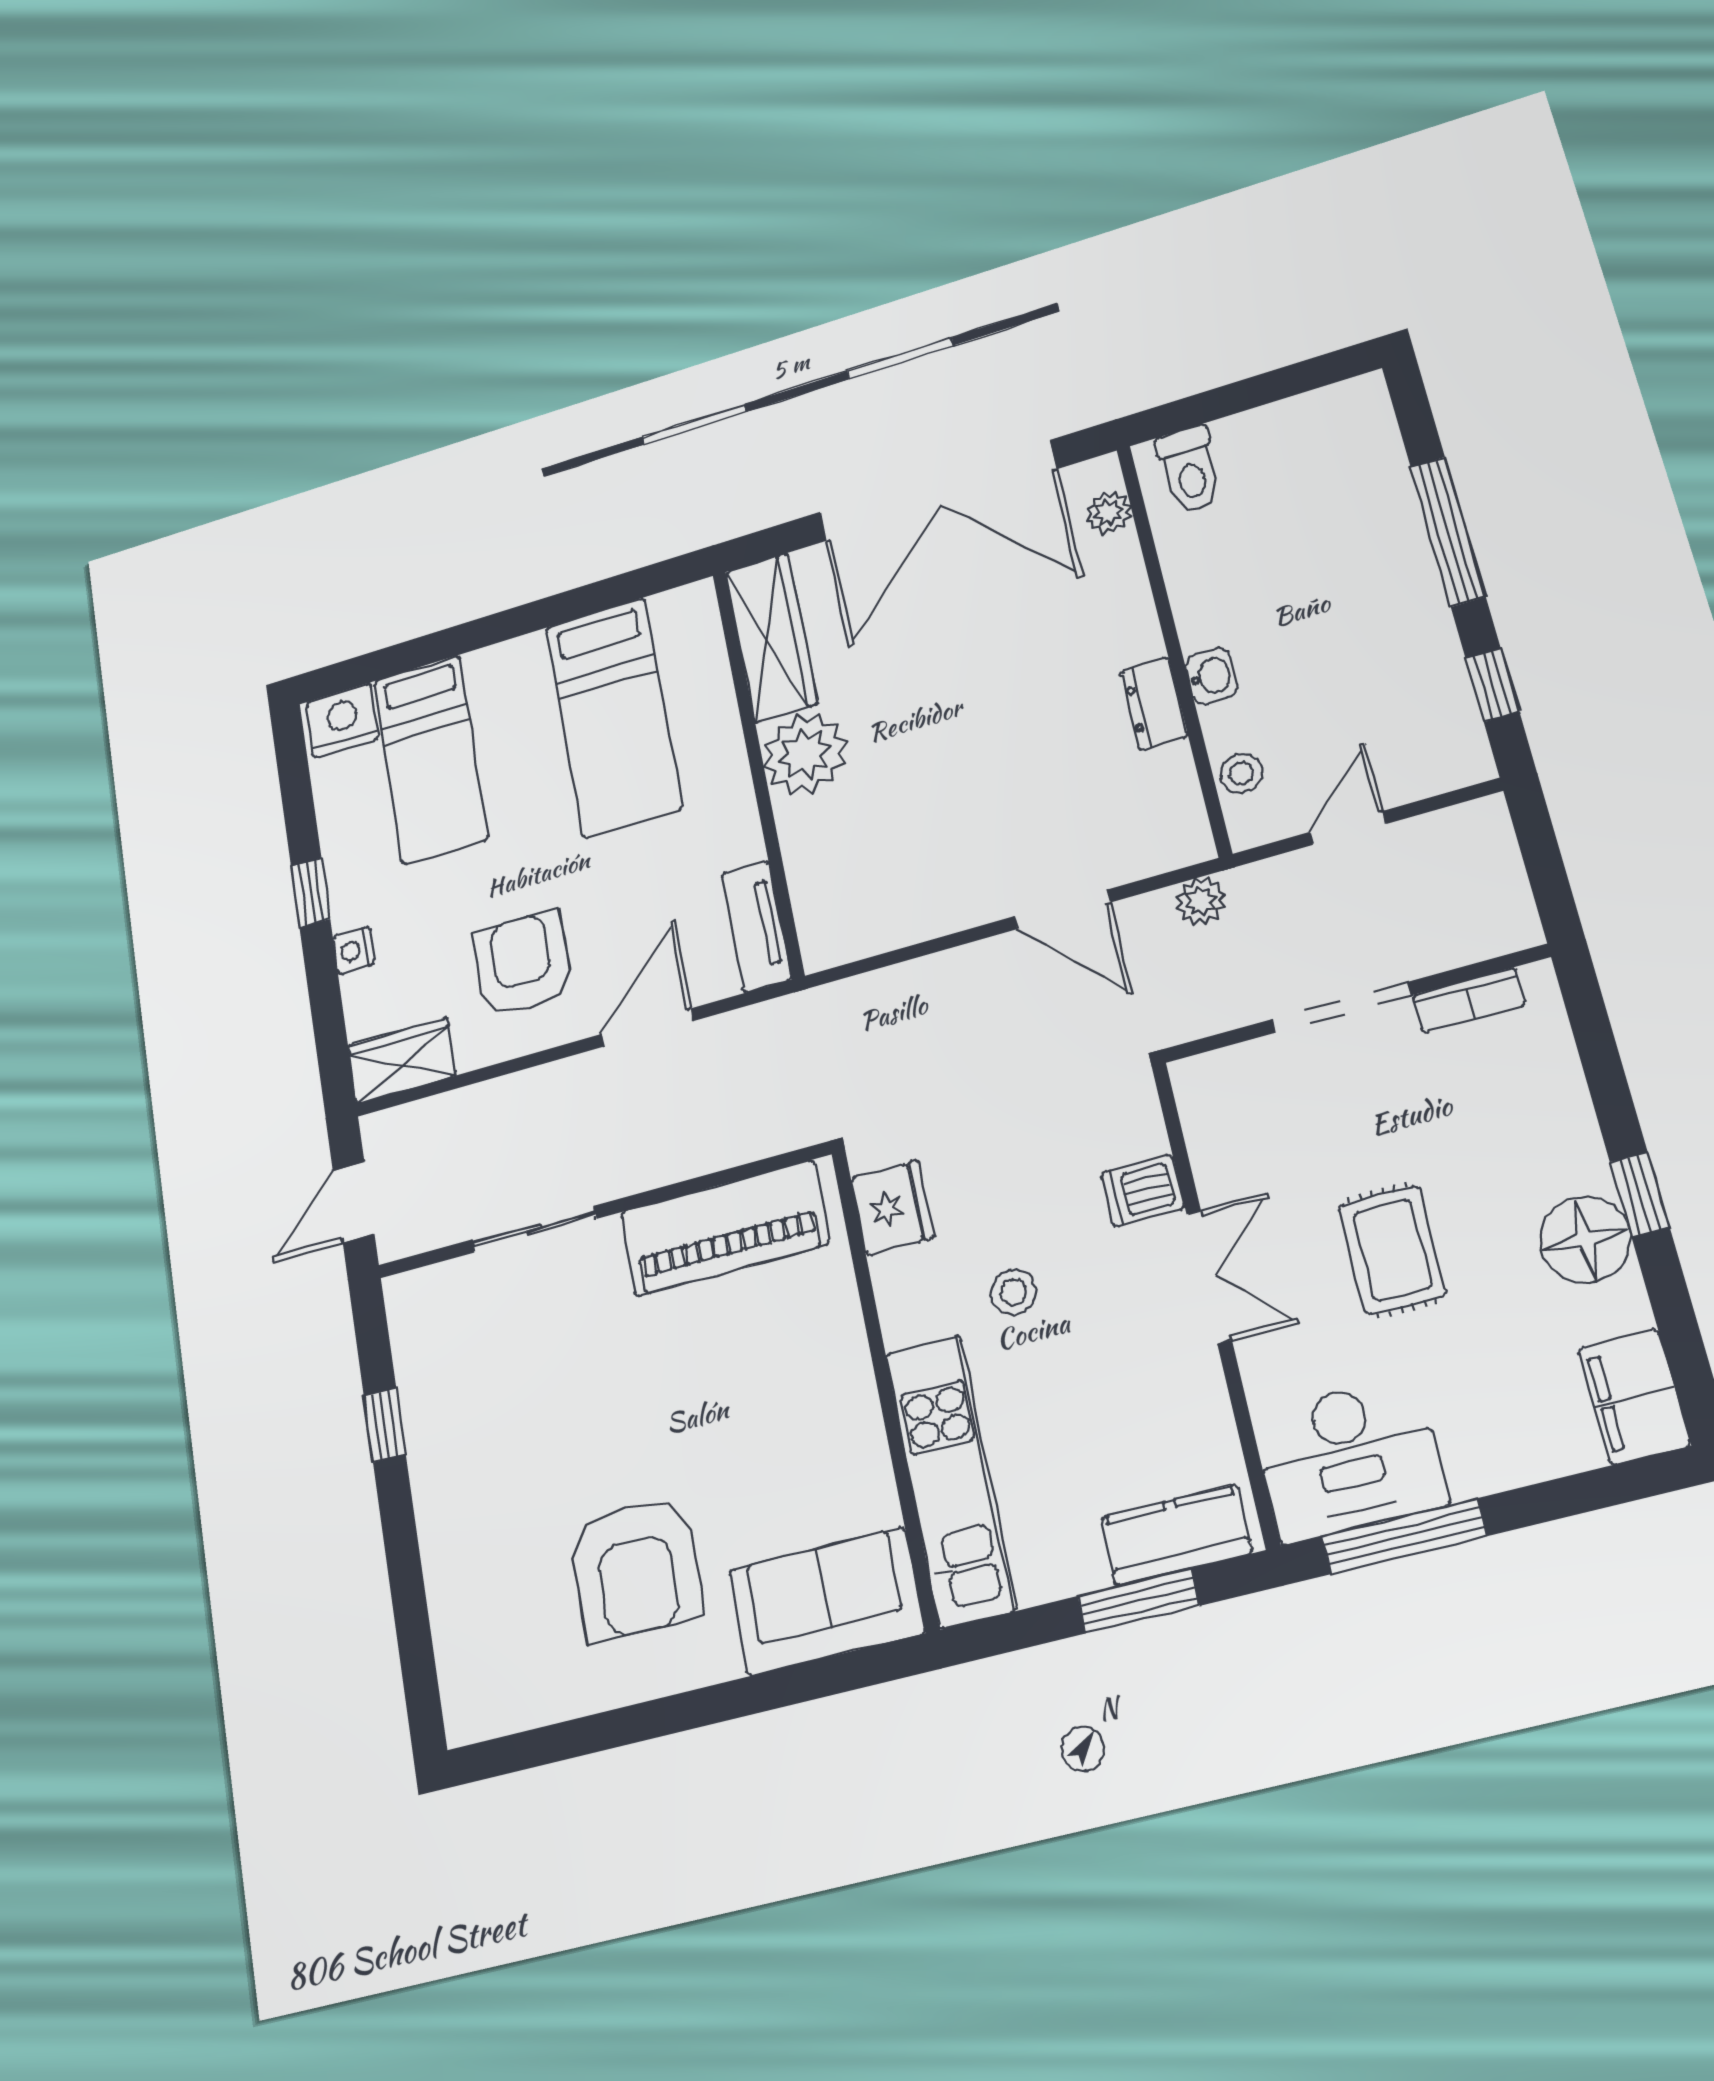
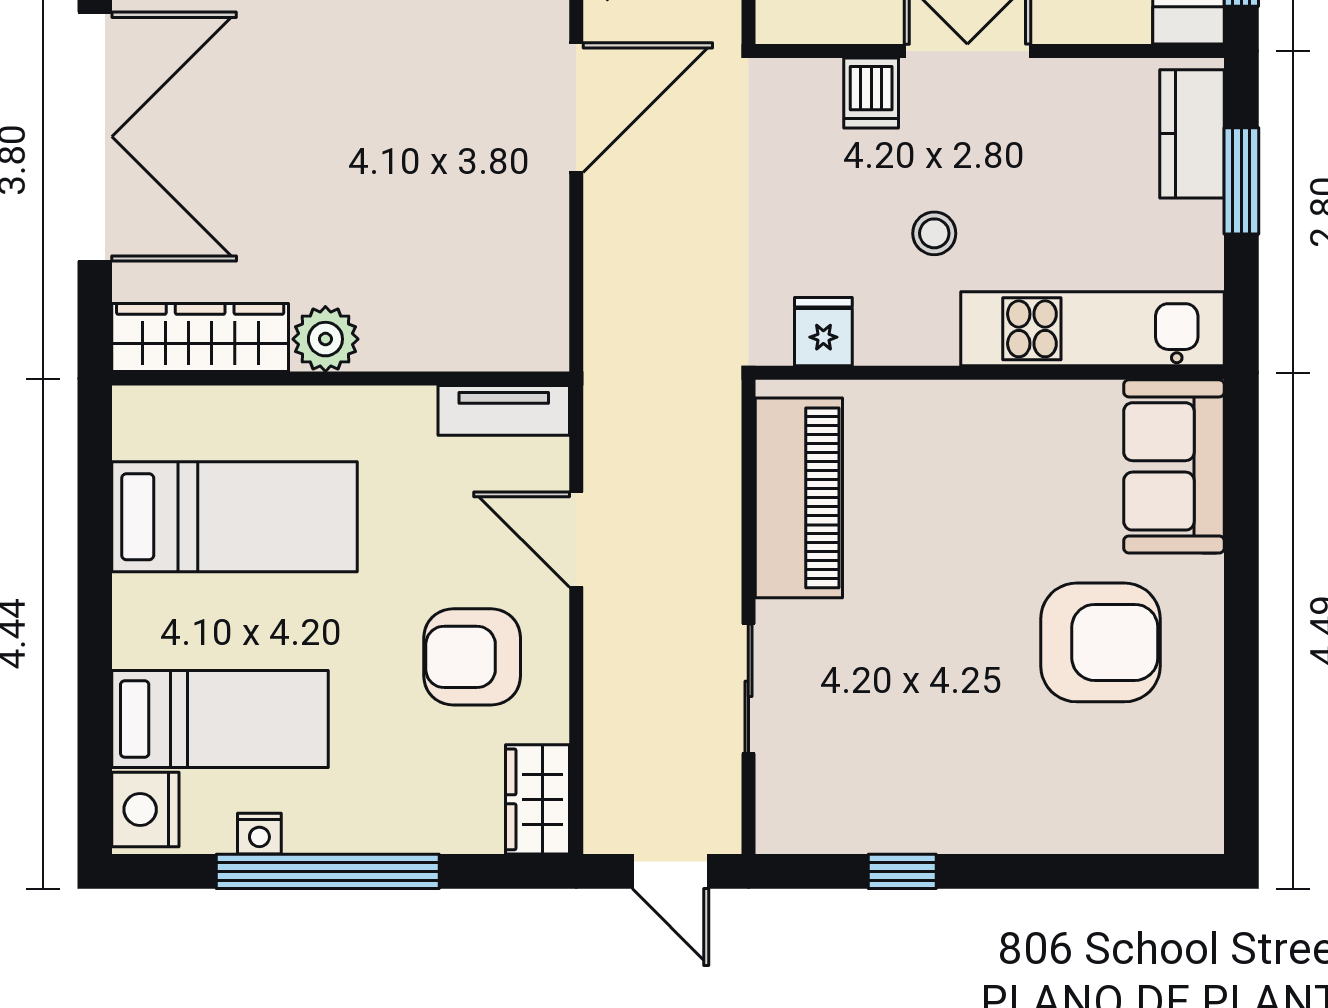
plant: (805, 754) -> (325, 339), width x0.73, depth x0.73
window: (311, 893) -> (328, 871), width x3.17
door: (1062, 909) -> (576, 108), width x1.36
nightstand: (353, 950) -> (259, 834), moved
fridge: (892, 1208) -> (823, 332), width x0.72

